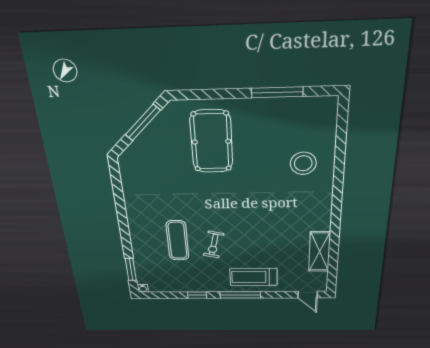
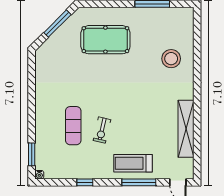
pool table: (211, 142) -> (105, 40), turned 90
shelving: (320, 252) -> (186, 129), width x1.47
window: (240, 295) -> (139, 182), moved

